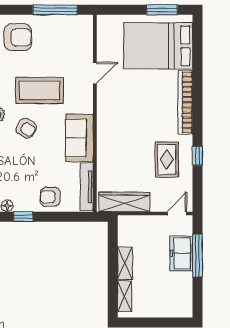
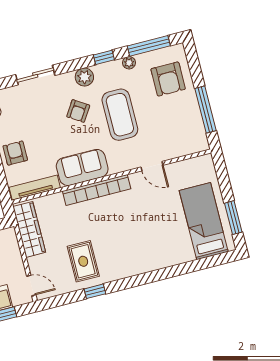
bed: (158, 46) -> (204, 221), width x0.67
bookcase: (185, 102) -> (97, 190), moved, turned 180
rug: (167, 159) -> (83, 261), turned 90

